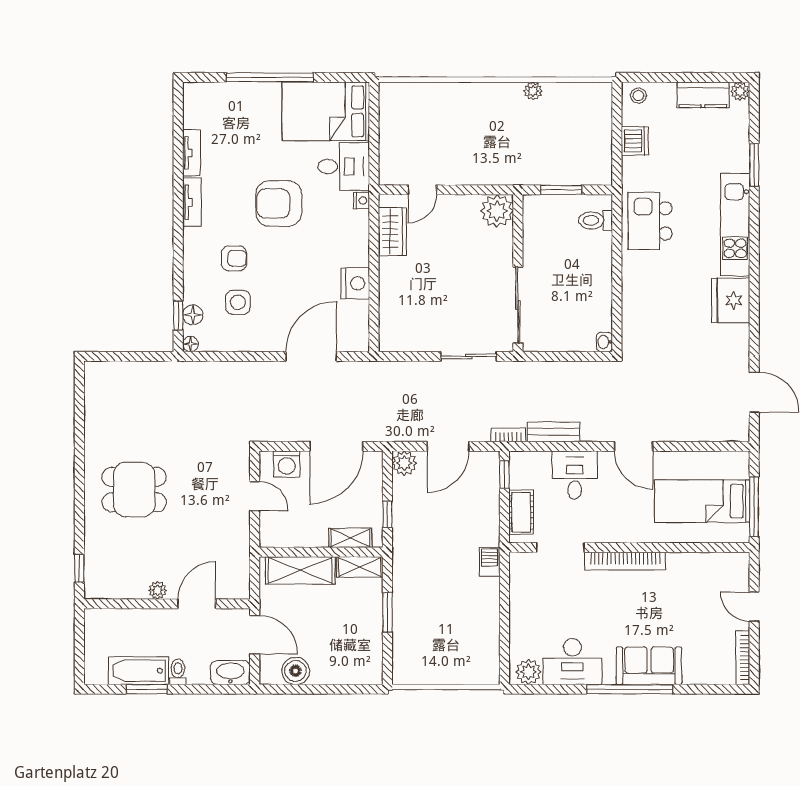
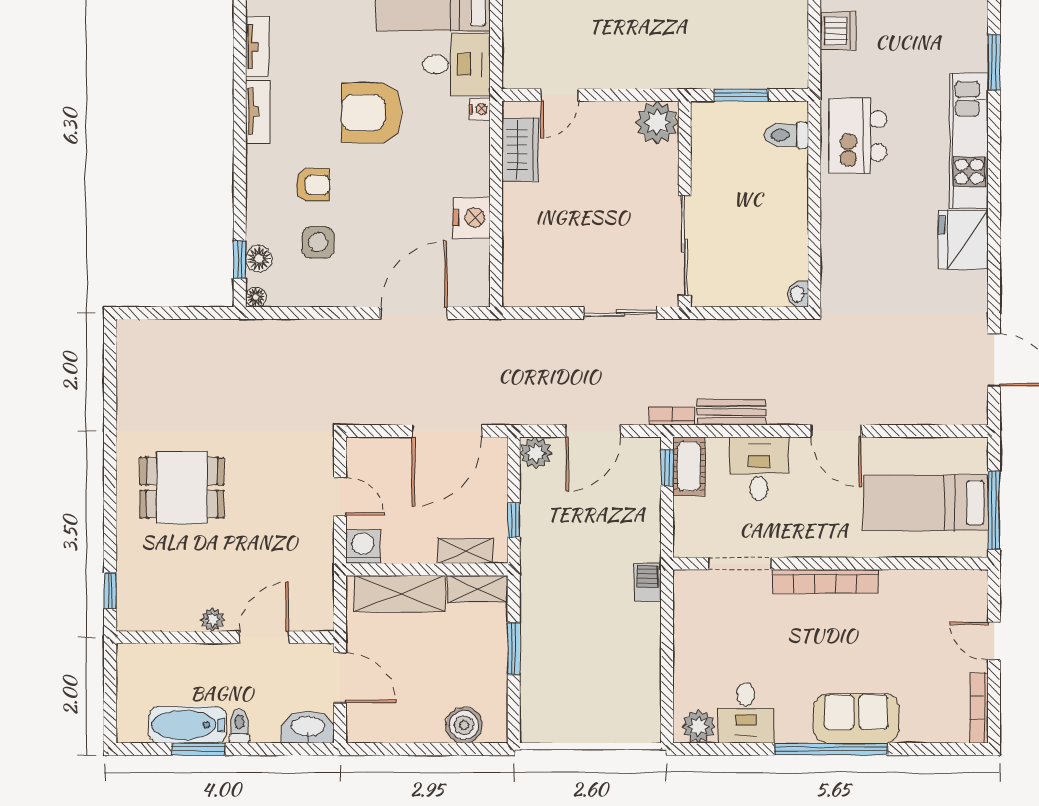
washing machine: (287, 464) -> (363, 546), moved, turned 180
cot: (521, 512) -> (689, 466), moved
desk: (572, 662) -> (746, 713), width x0.73
boiler: (296, 671) -> (464, 725), moved

